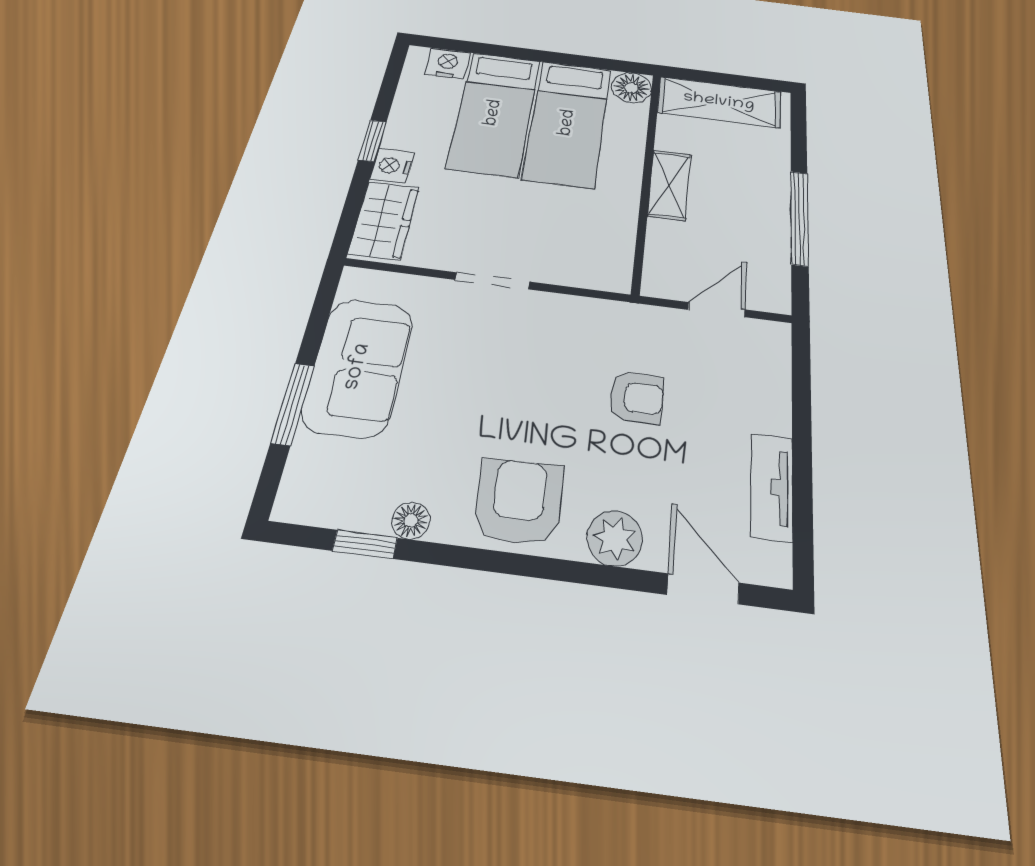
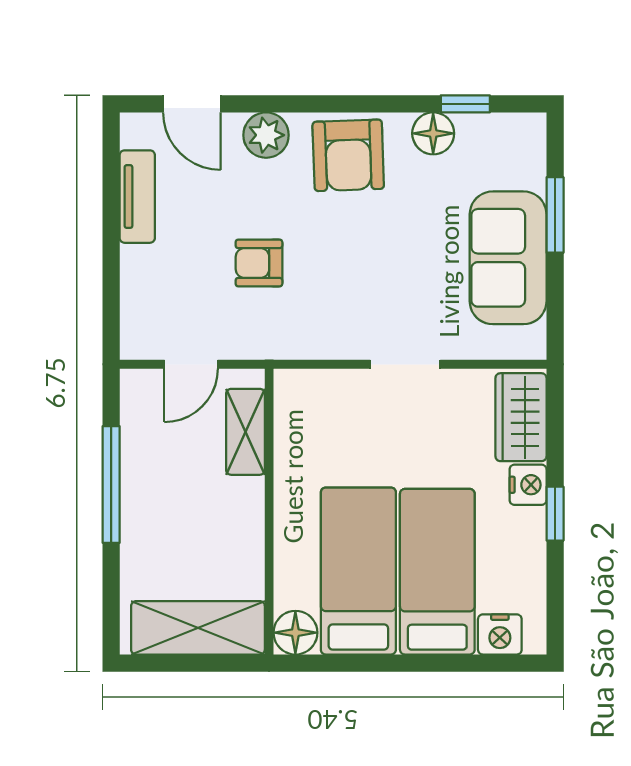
shelving: (669, 185) -> (245, 432), moved
floor lamp: (411, 520) -> (433, 133), width x1.37, depth x1.37

